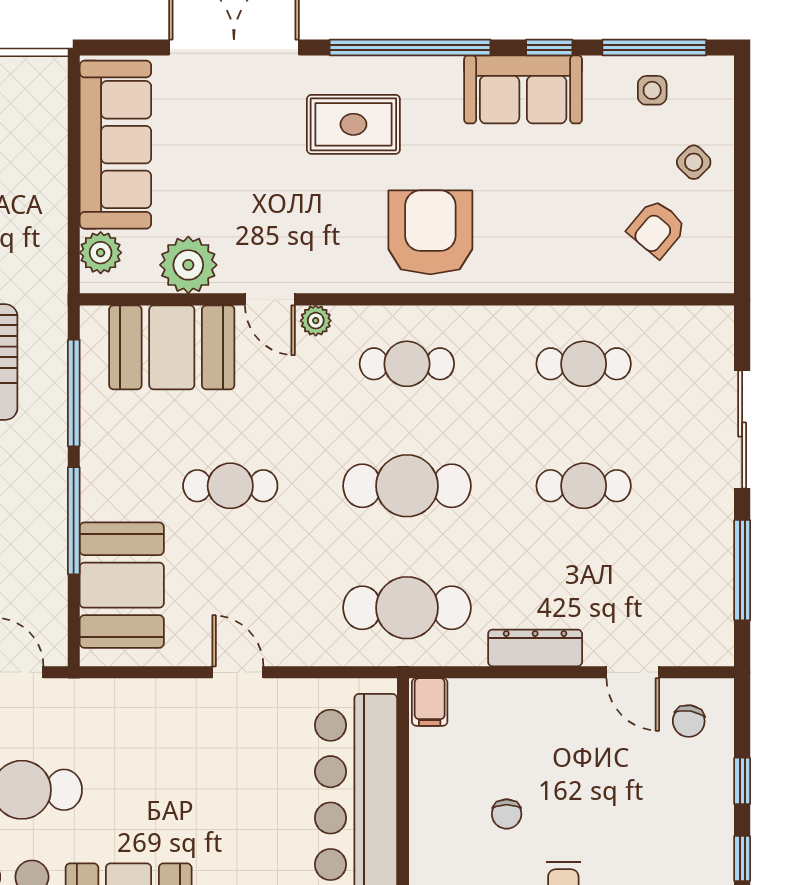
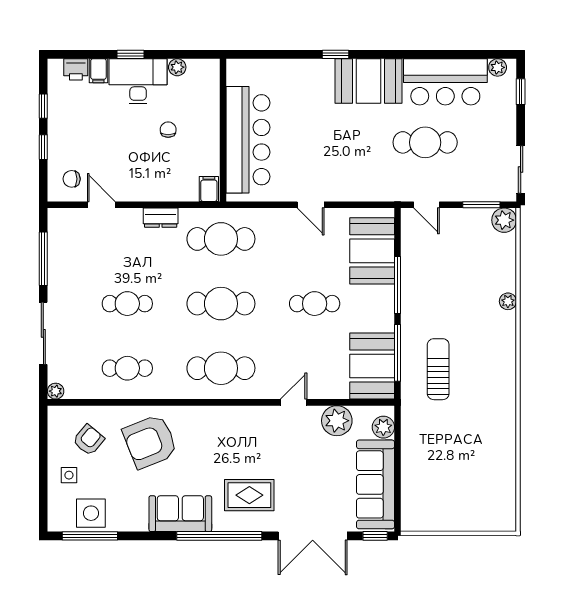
window: (549, 47) -> (375, 536), moved
sofa: (523, 89) -> (180, 514), moved
side table: (652, 90) -> (91, 513), width x1.87, depth x1.87
side table: (694, 162) -> (69, 475), turned 45
armchair: (430, 232) -> (150, 441), moved, turned 68
door: (270, 299) -> (294, 402), hinge flipped
plant: (316, 321) -> (56, 391), moved
booth: (172, 347) -> (372, 366), moved, turned 90
cafe table: (407, 364) -> (221, 368), width x1.37, depth x1.35
dresser: (535, 648) -> (161, 218), width x0.70
chair: (689, 721) -> (72, 179), turned -99

